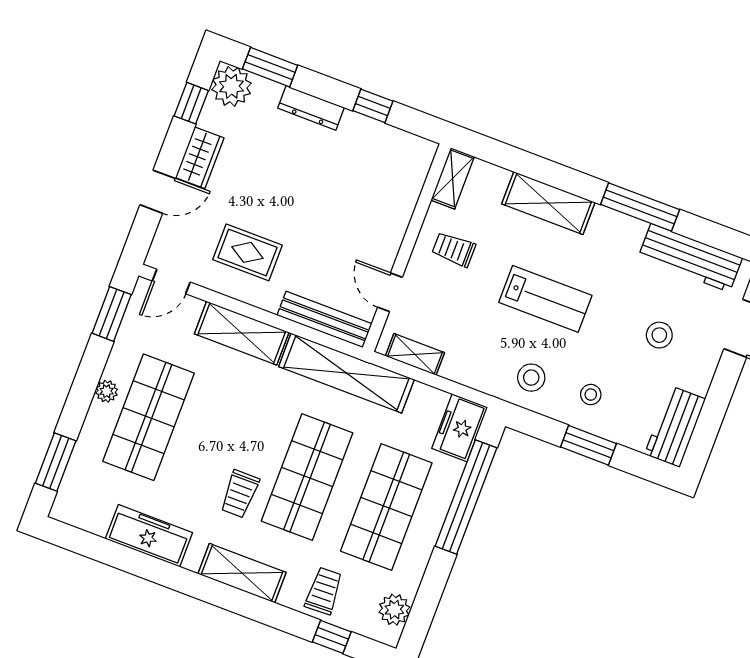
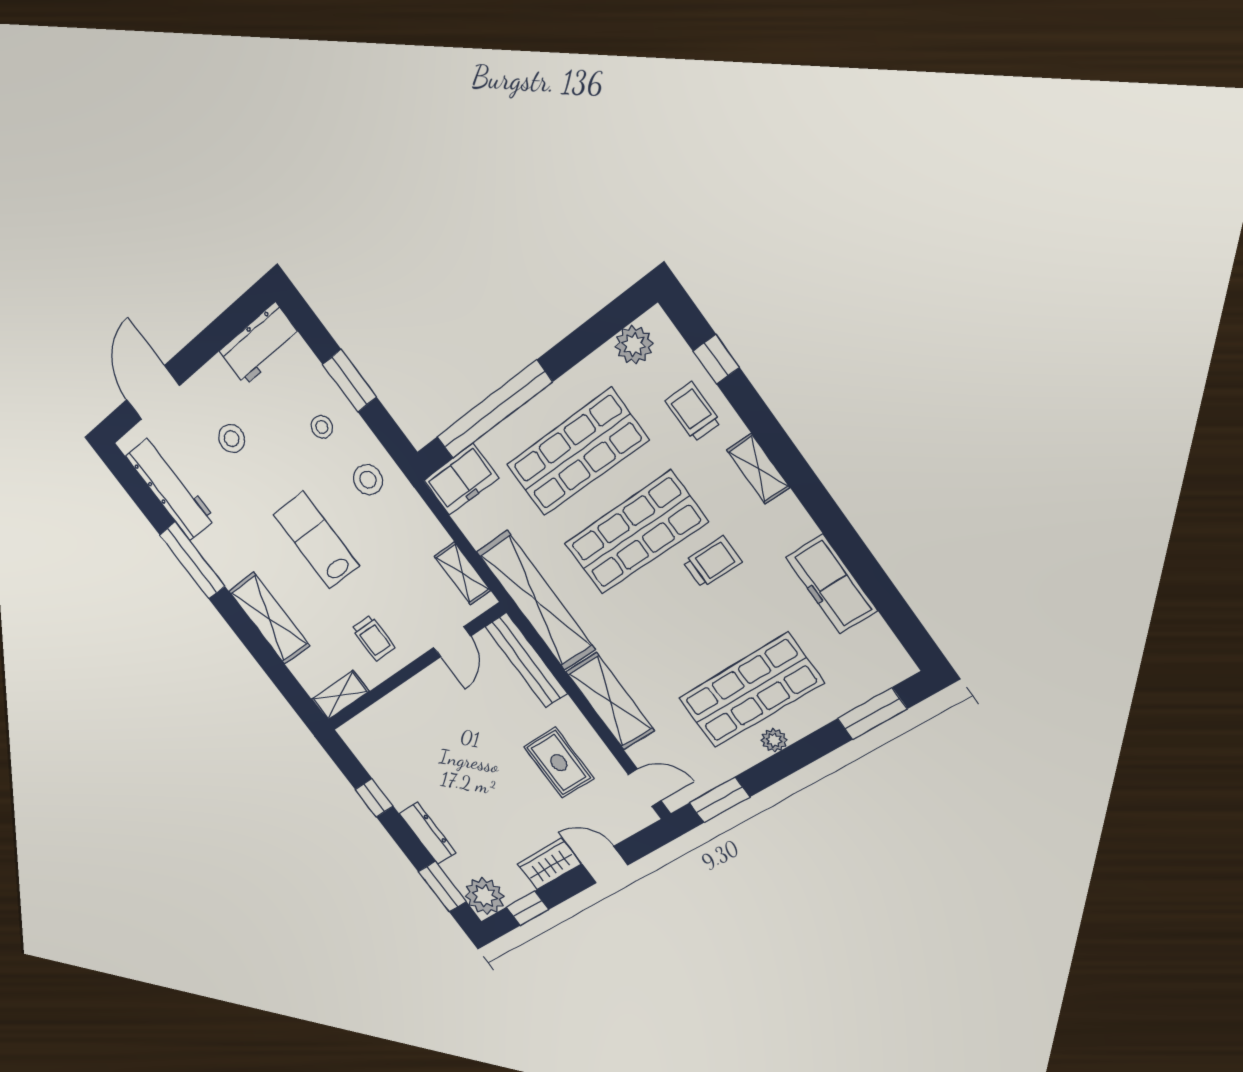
shelving: (242, 573) -> (758, 469), width x0.67, depth x0.75
trolley: (324, 591) -> (693, 412), turned 92

